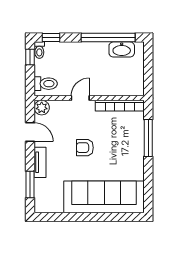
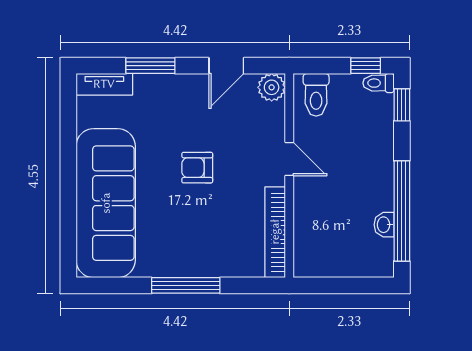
washbasin: (122, 49) -> (384, 225), width x0.52, depth x0.69
window: (148, 138) -> (186, 285), moved
armchair: (85, 148) -> (197, 168), turned -90
tv unit: (40, 162) -> (104, 84), moved
window: (30, 185) -> (150, 66), moved

